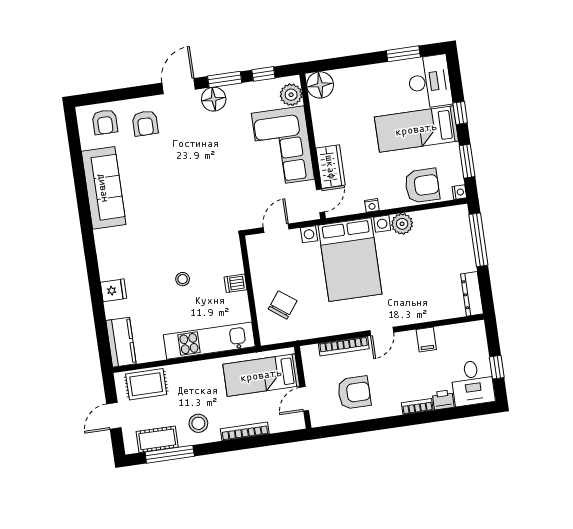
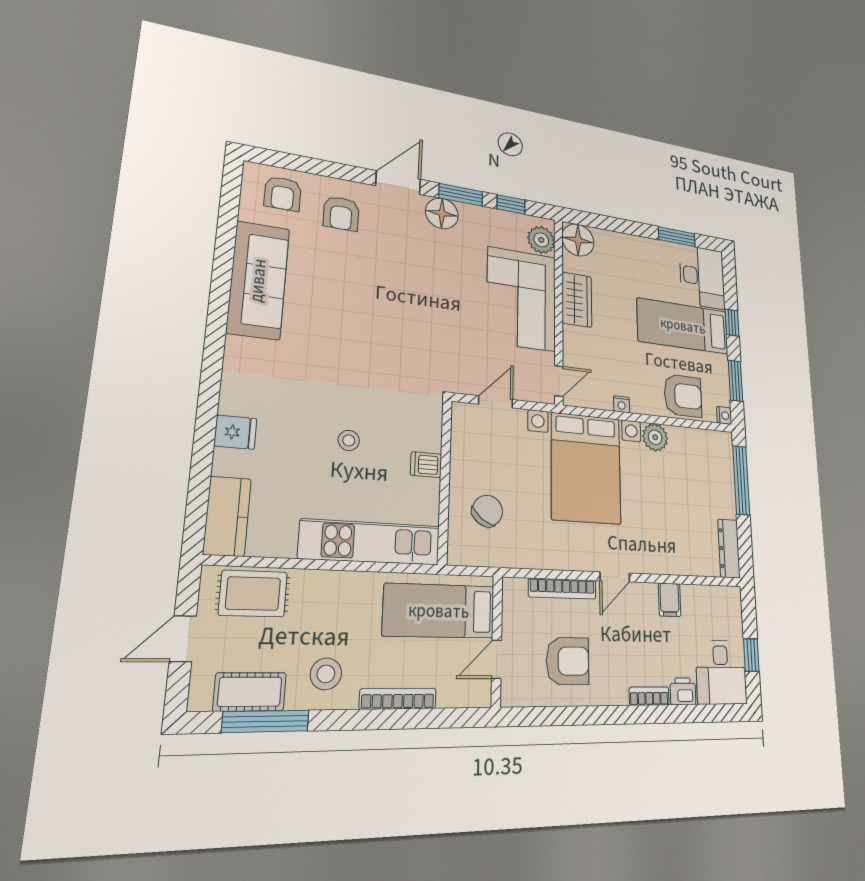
wardrobe: (331, 167) -> (577, 300), moved

